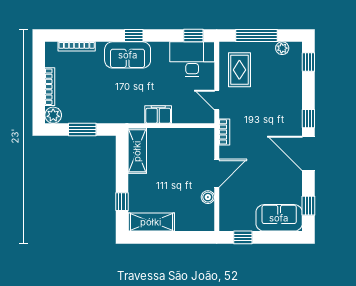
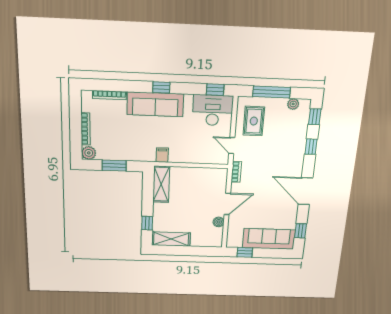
sofa: (128, 55) -> (155, 104), width x1.36
filing cabinet: (158, 114) -> (162, 155), moved, width x0.50
window: (308, 119) -> (311, 147), moved
sofa: (279, 218) -> (269, 239), width x1.36

